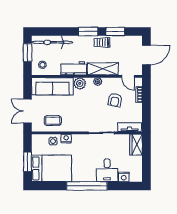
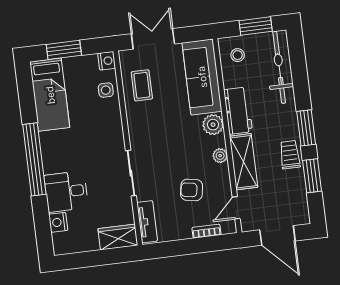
nightstand: (66, 139) -> (107, 61), moved
bed: (52, 168) -> (50, 95), width x0.67

